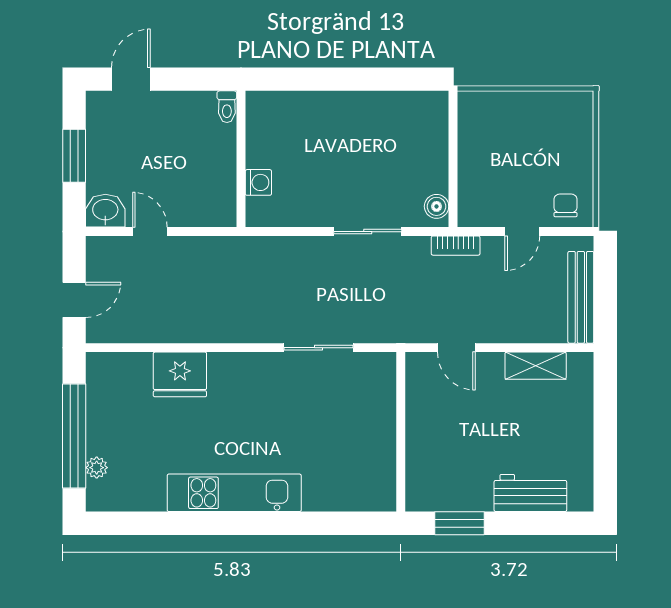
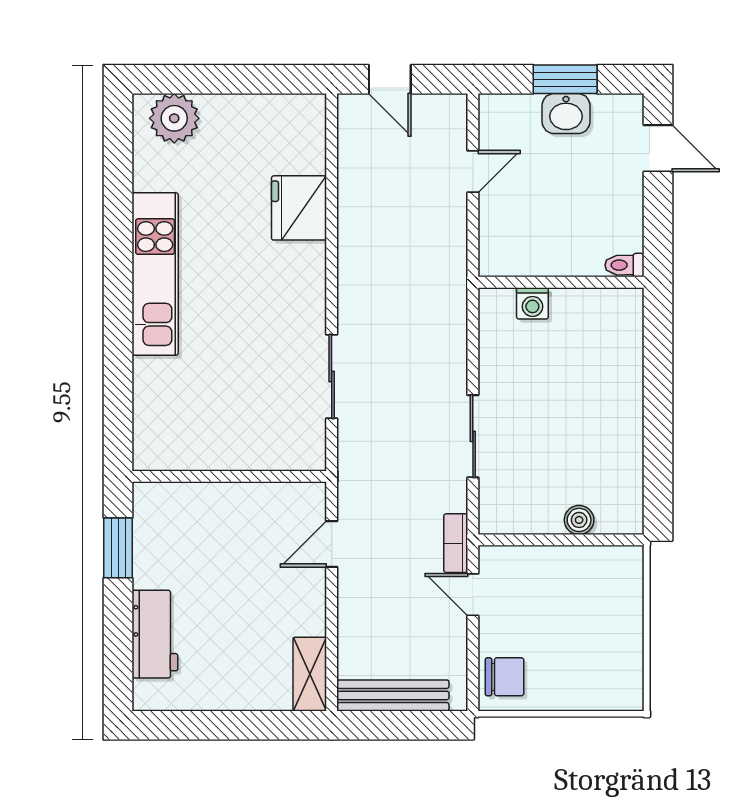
chair: (565, 205) -> (505, 677), width x1.37, depth x1.37
boiler: (437, 206) -> (579, 520), moved
washbasin: (105, 211) -> (566, 114), moved, turned 90
door: (522, 232) -> (473, 595), moved
shelving: (536, 366) -> (310, 674), moved
window: (74, 436) -> (224, 79), removed
plant: (97, 468) -> (174, 118), width x1.88, depth x1.88

